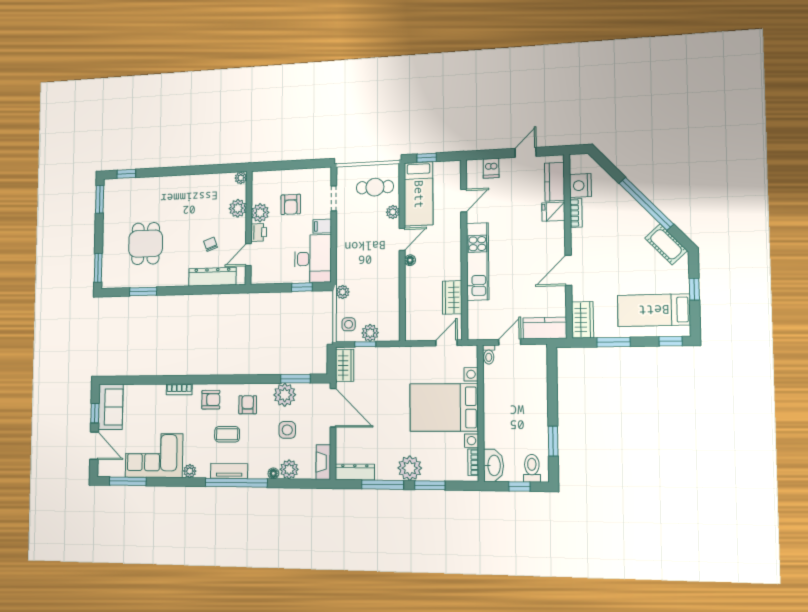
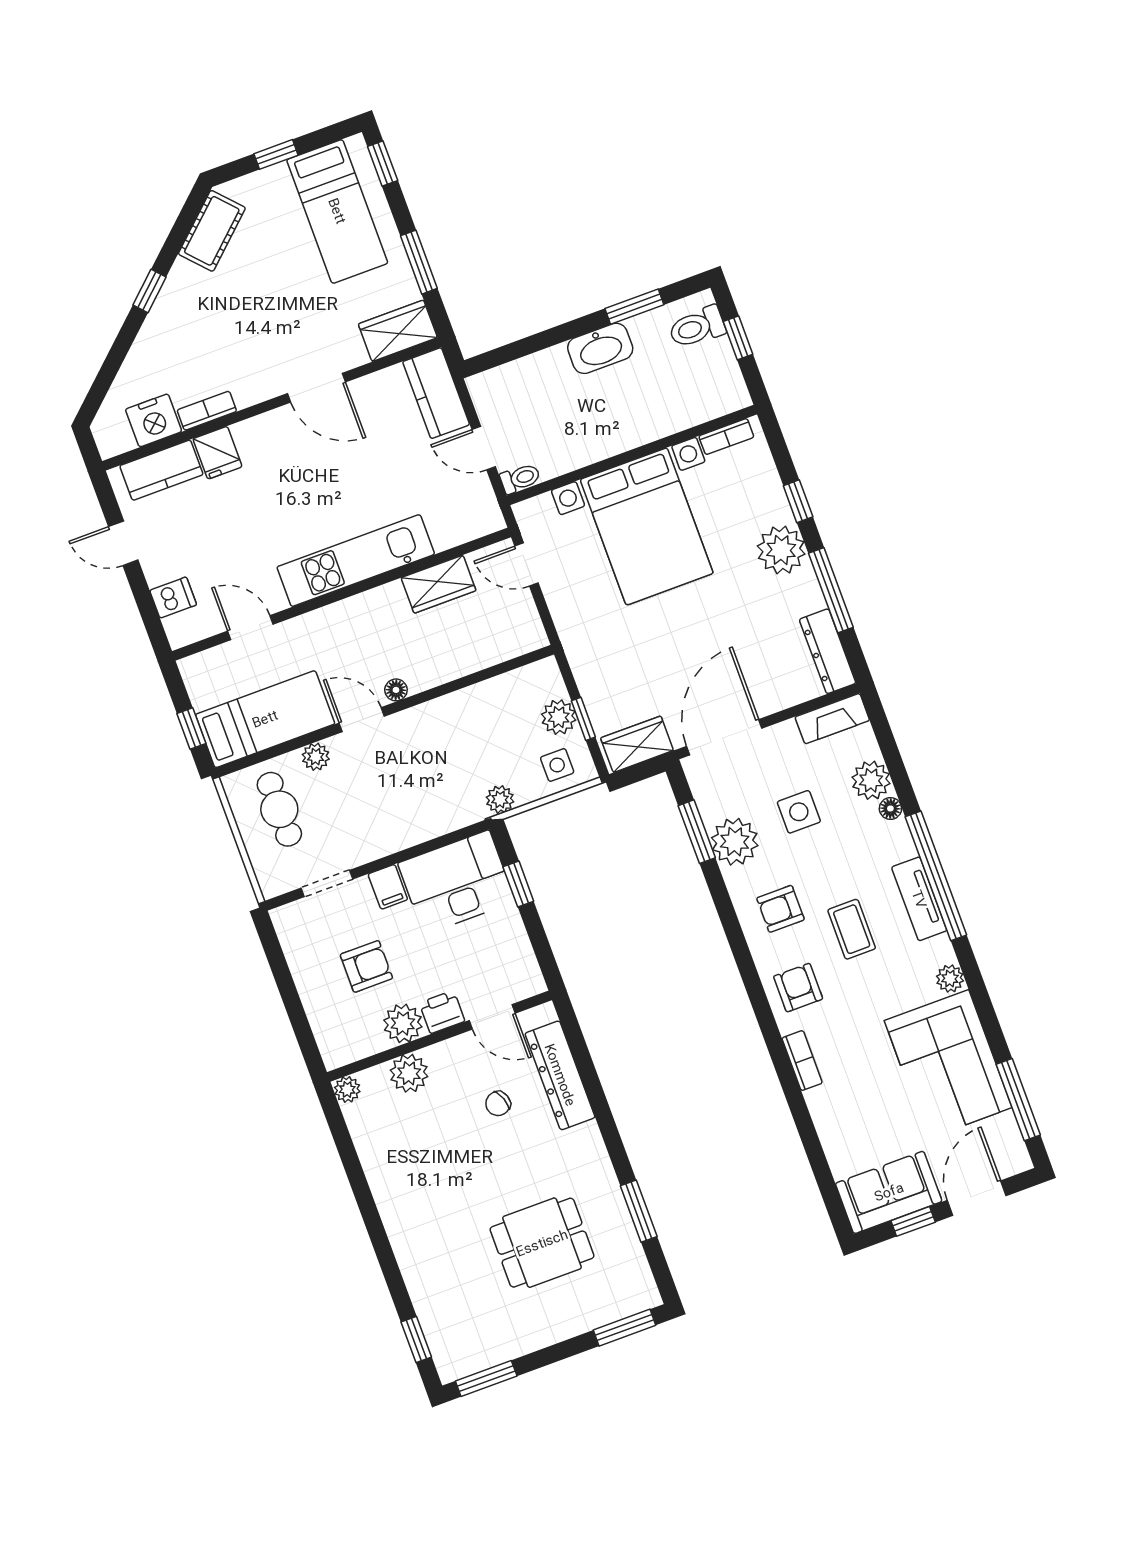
window: (646, 204) -> (150, 291), width x0.32
washbasin: (494, 465) -> (600, 348), moved, turned 180
window: (430, 485) -> (798, 501), width x0.67

